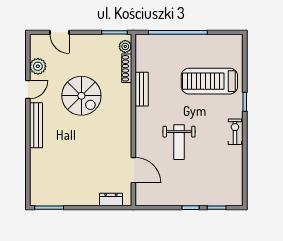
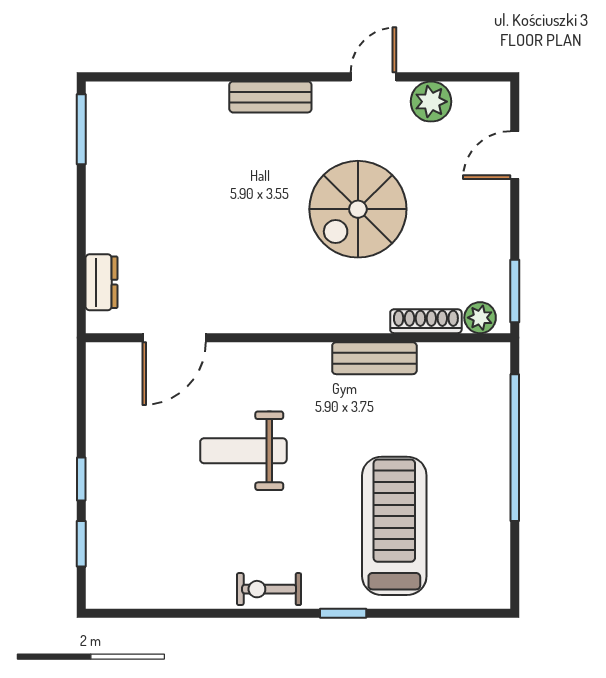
door: (28, 90) -> (373, 77), swing flipped
bench: (36, 125) -> (270, 97), width x0.73
exercise bike: (235, 132) -> (269, 589), turned 180

